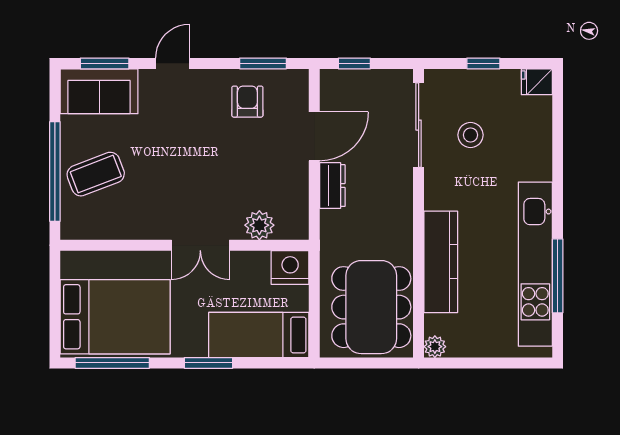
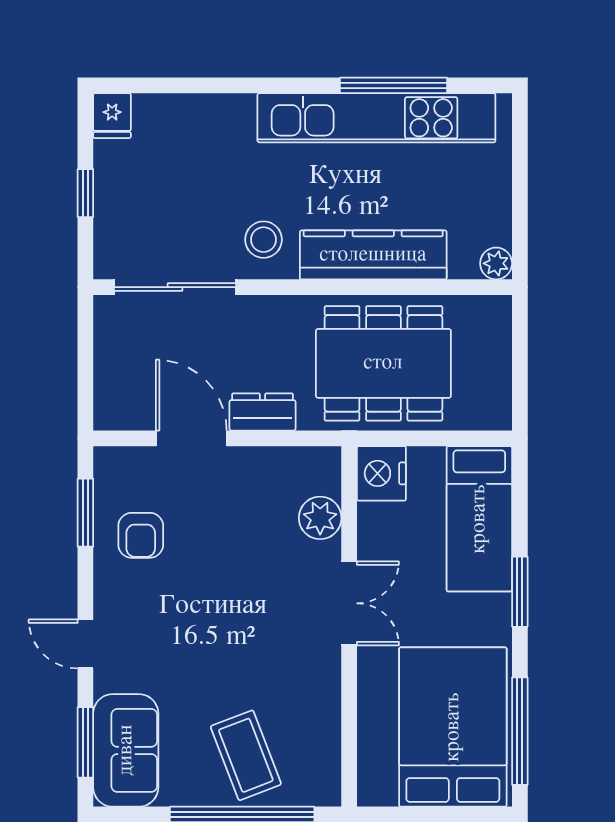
window: (354, 63) -> (85, 380), removed
armchair: (247, 102) -> (141, 535), turned -90
stool: (471, 135) -> (263, 240), moved
dining table: (371, 307) -> (383, 363), moved

